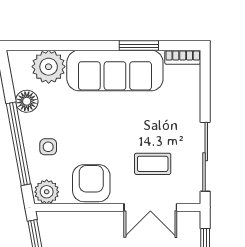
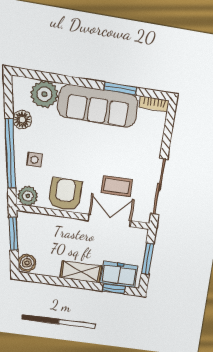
double door: (150, 207) -> (110, 221), swing flipped

